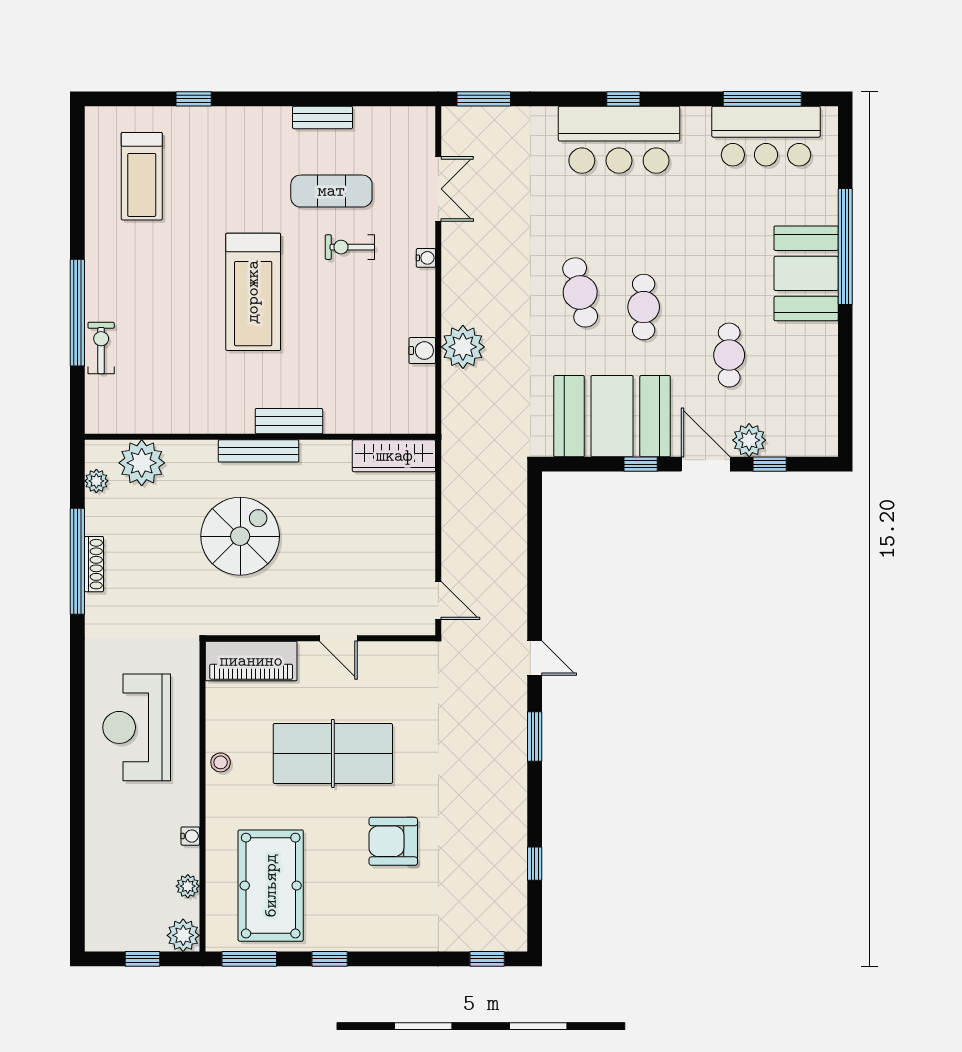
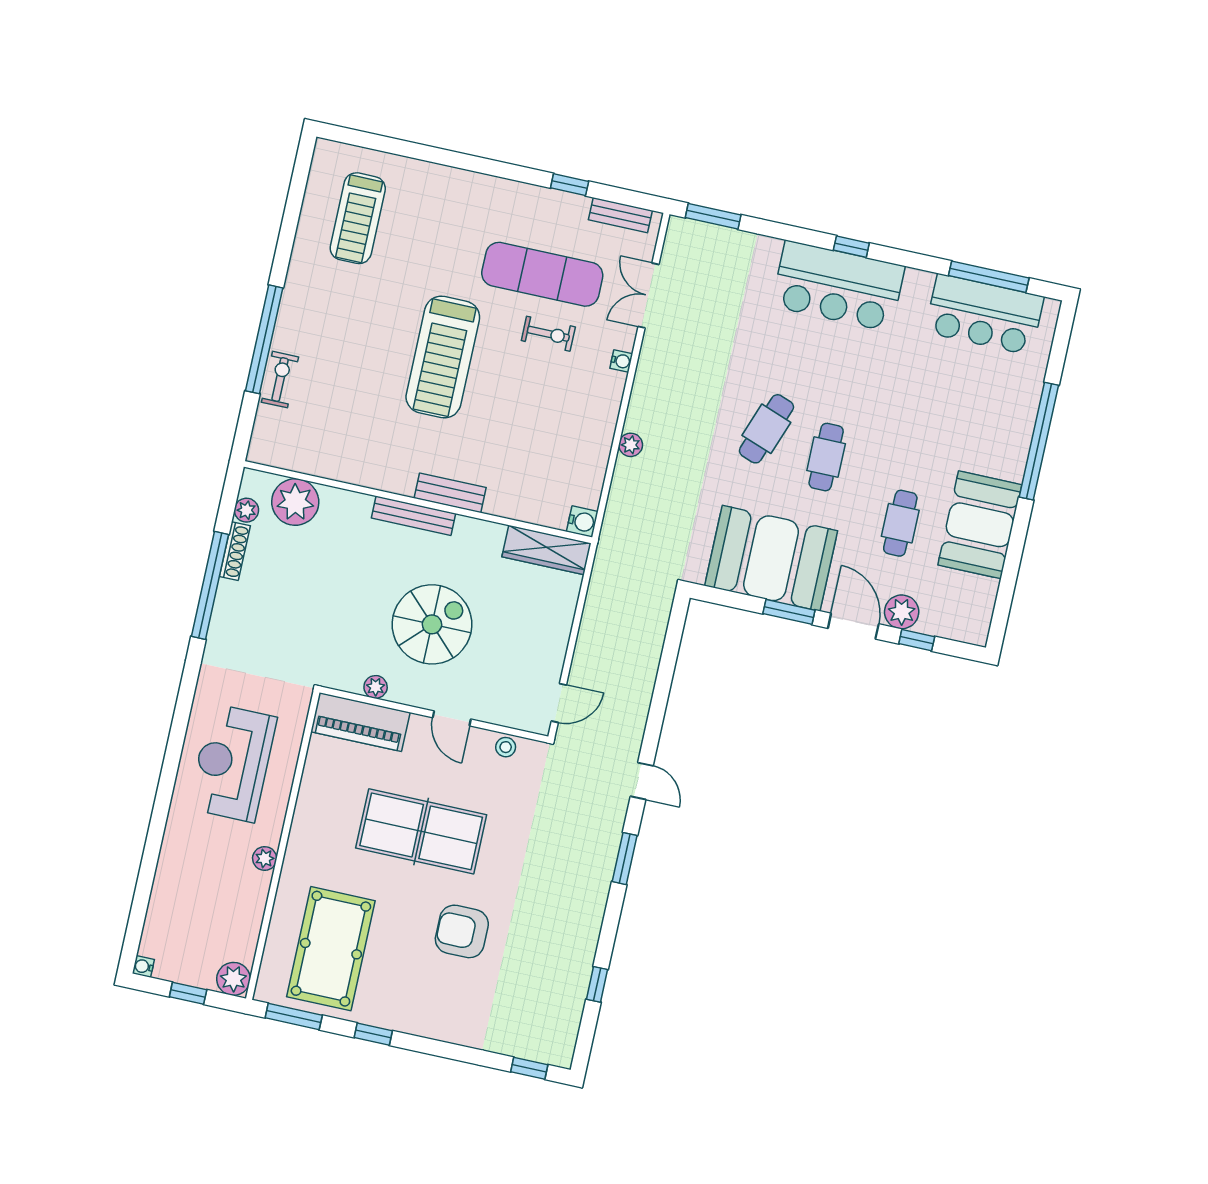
window: (194, 99) -> (570, 185), moved
bench: (323, 117) -> (620, 215), moved
double door: (438, 189) -> (648, 295), swing flipped
exercise mat: (331, 191) -> (542, 274), width x1.36, depth x1.45
exercise bike: (350, 247) -> (548, 334), turned 180
booth: (806, 273) -> (980, 525), moved
cafe table: (580, 292) -> (766, 429), turned 33
plant: (463, 347) -> (631, 445), width x0.53, depth x0.53
water cooler: (422, 351) -> (582, 522), moved
window: (641, 464) -> (789, 612), width x1.50
spiral stairs: (240, 536) -> (432, 624), moved
shoe rack: (94, 564) -> (235, 551), moved
door: (438, 601) -> (559, 703), hinge flipped
plant: (258, 624) -> (376, 687), added
stool: (221, 762) -> (506, 747), moved
water cooler: (190, 836) -> (143, 966), moved, turned 180
plant: (188, 886) -> (265, 858), moved

